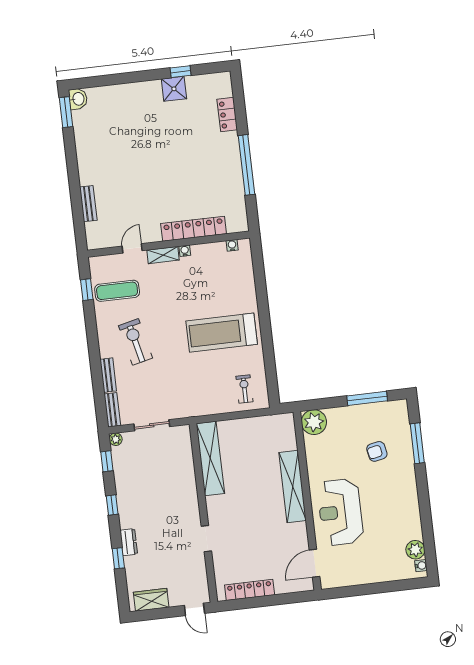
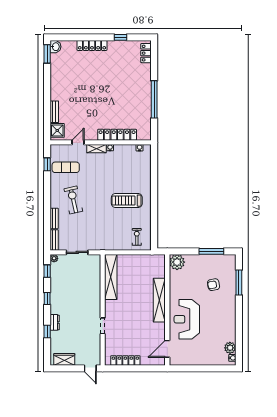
shower: (174, 89) -> (57, 130), moved
locker: (136, 90) -> (92, 45), added
locker: (227, 115) -> (146, 53), moved
treadmill: (222, 333) -> (127, 201), width x0.73, depth x0.73

